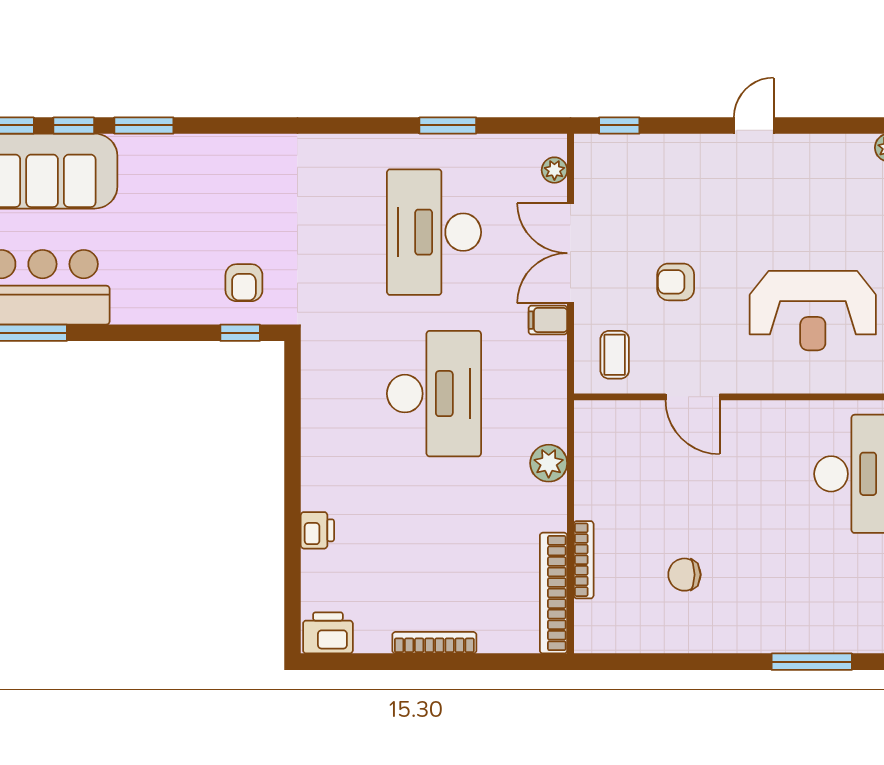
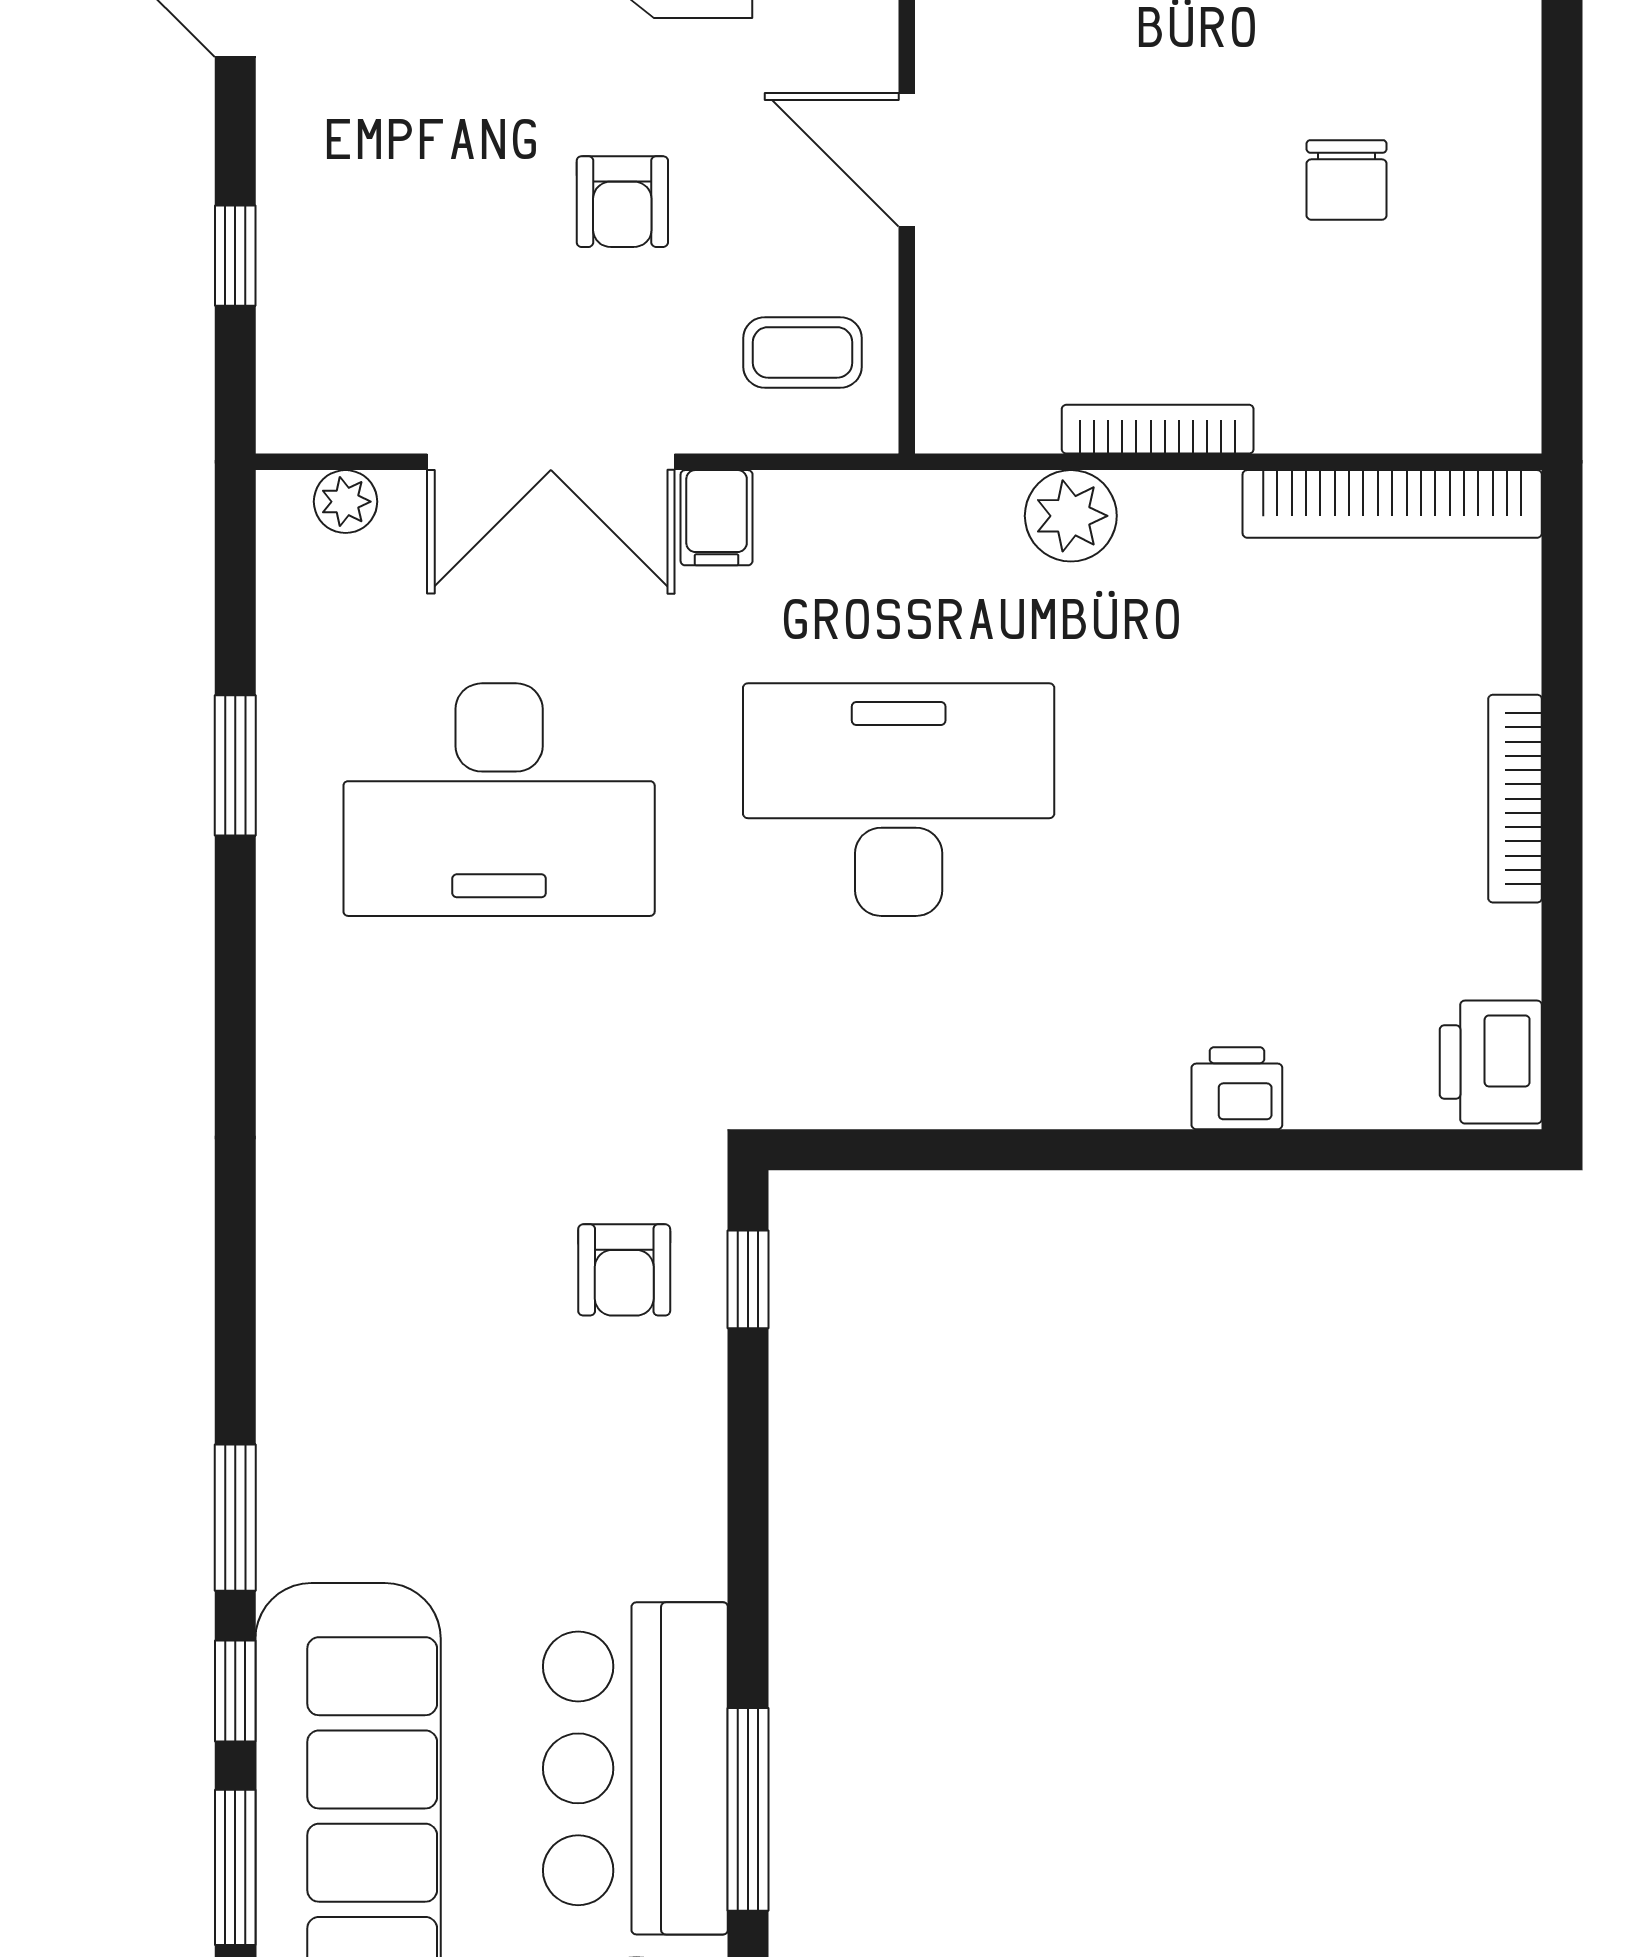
window: (619, 125) -> (235, 256), moved
armchair: (244, 283) -> (624, 1270), turned 90
door: (693, 397) -> (907, 160), swing flipped
bookcase: (584, 560) -> (1158, 429), moved

